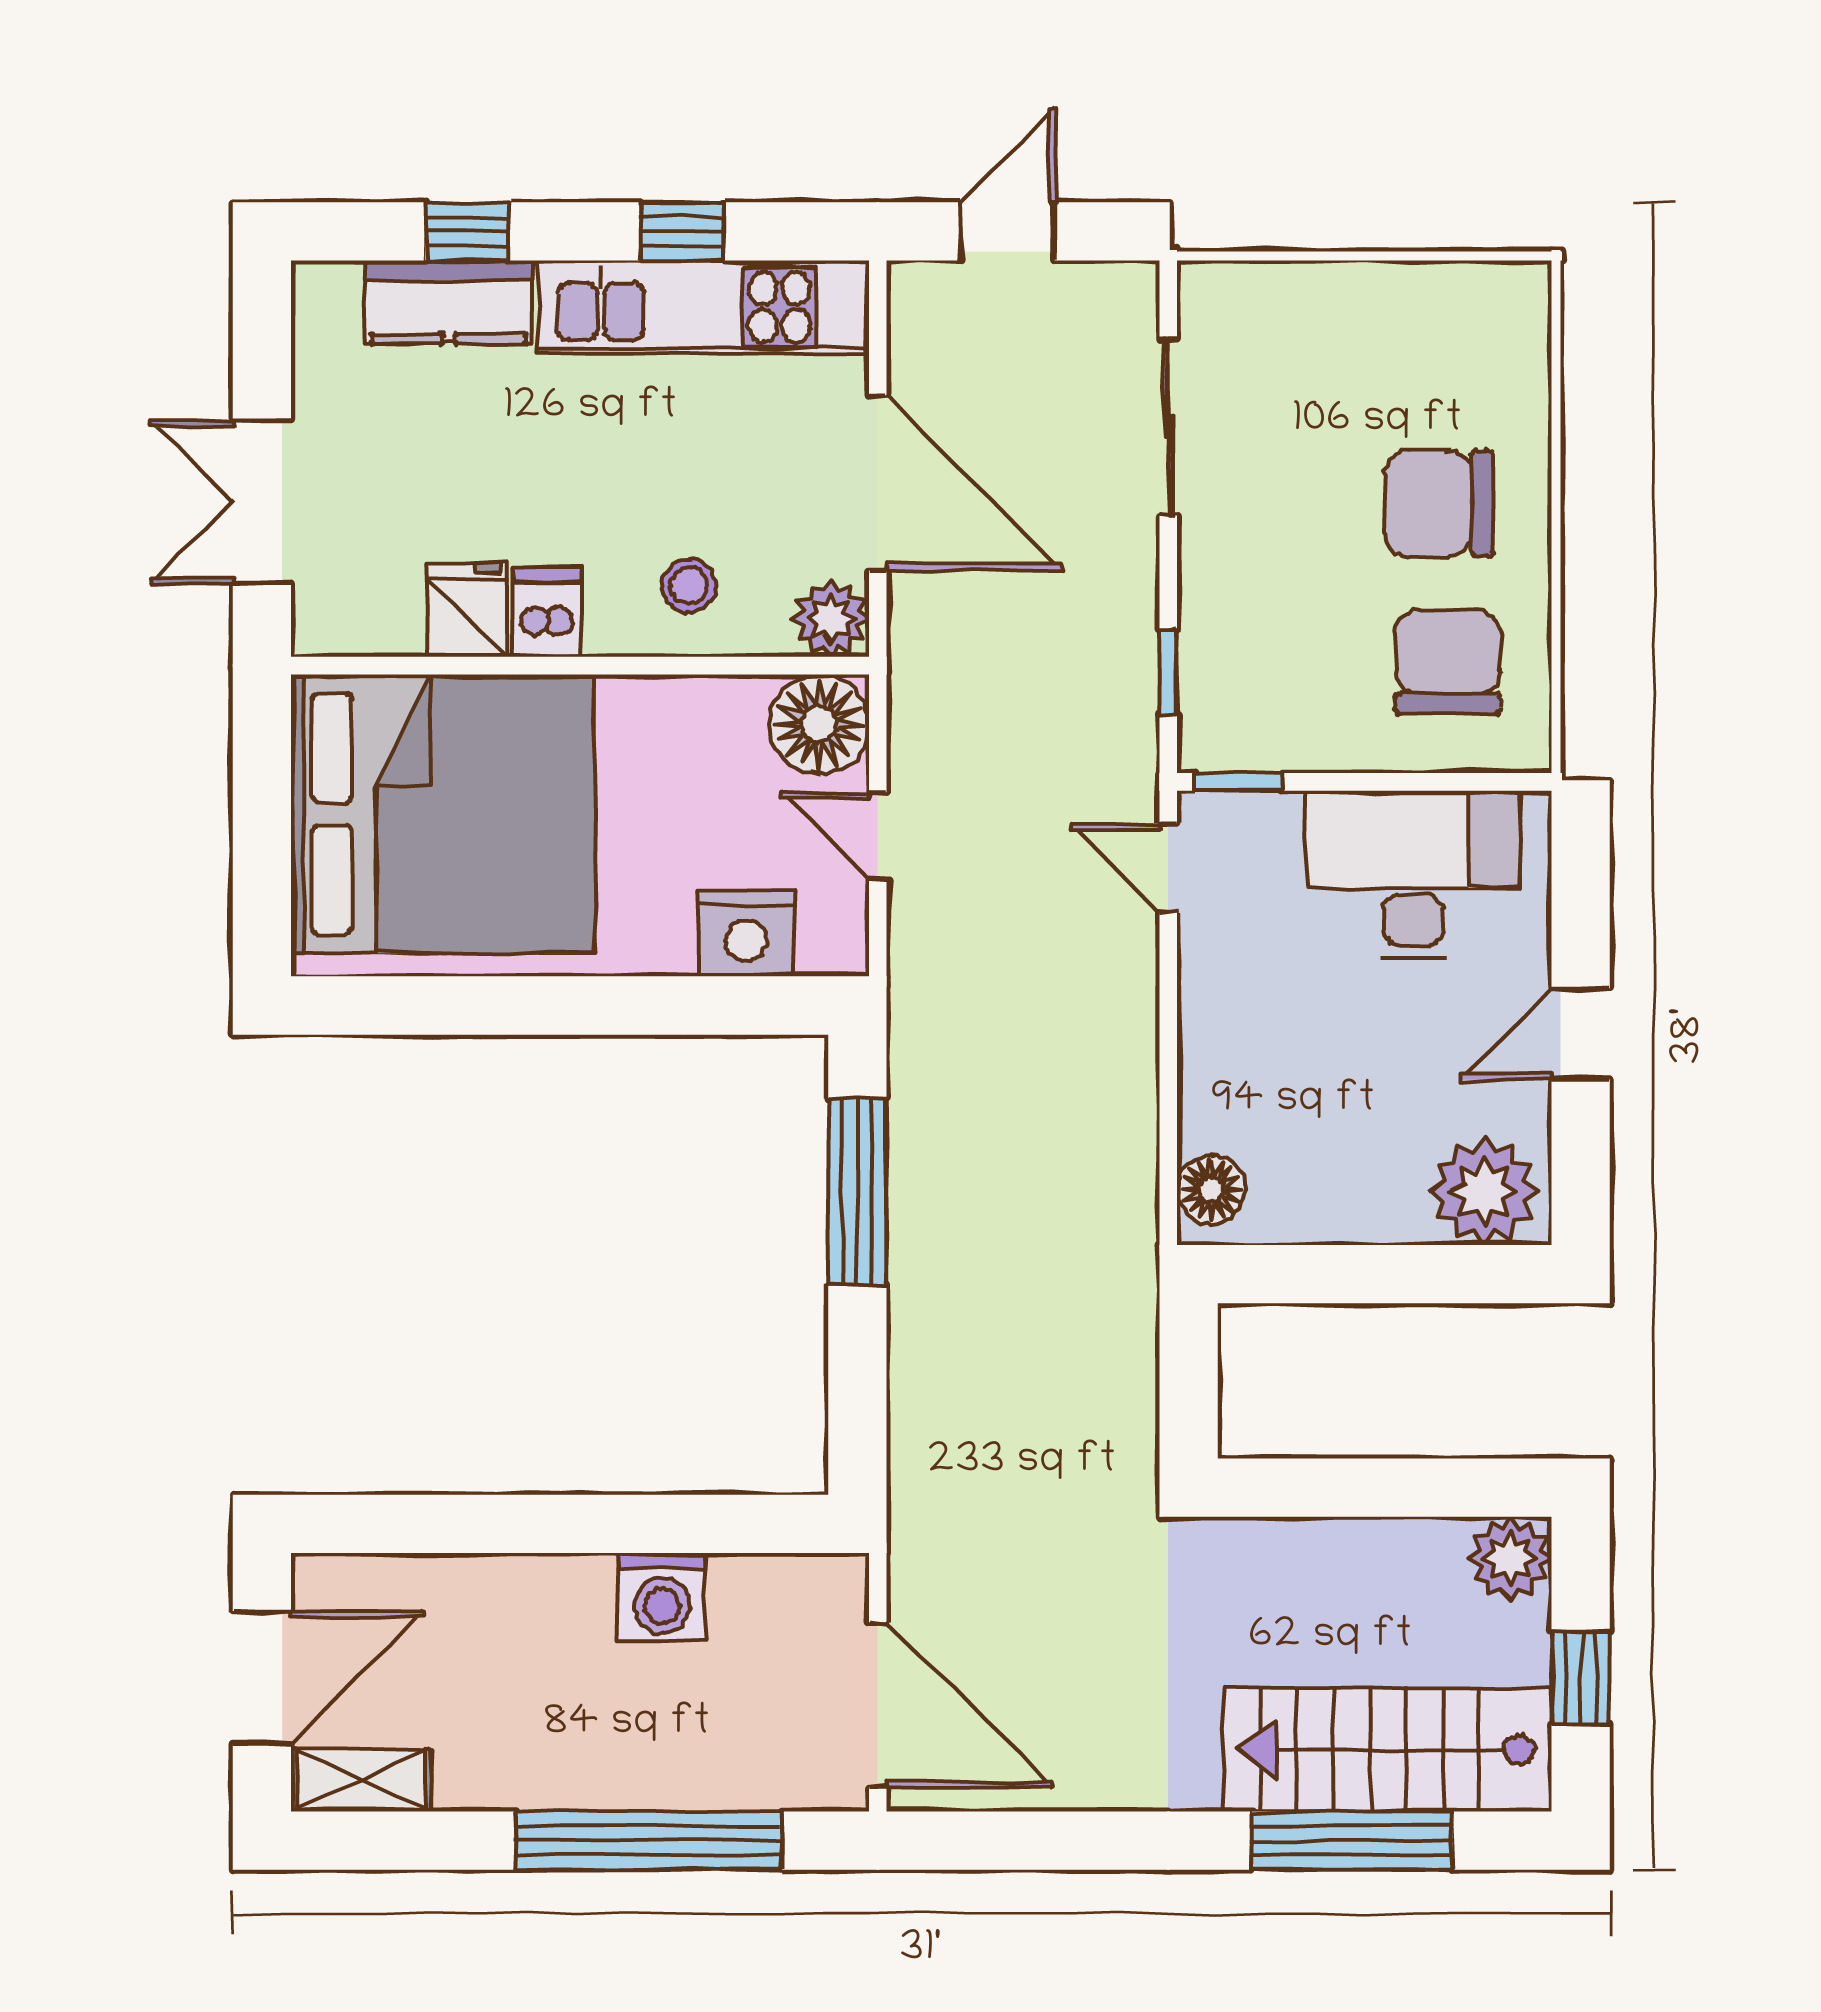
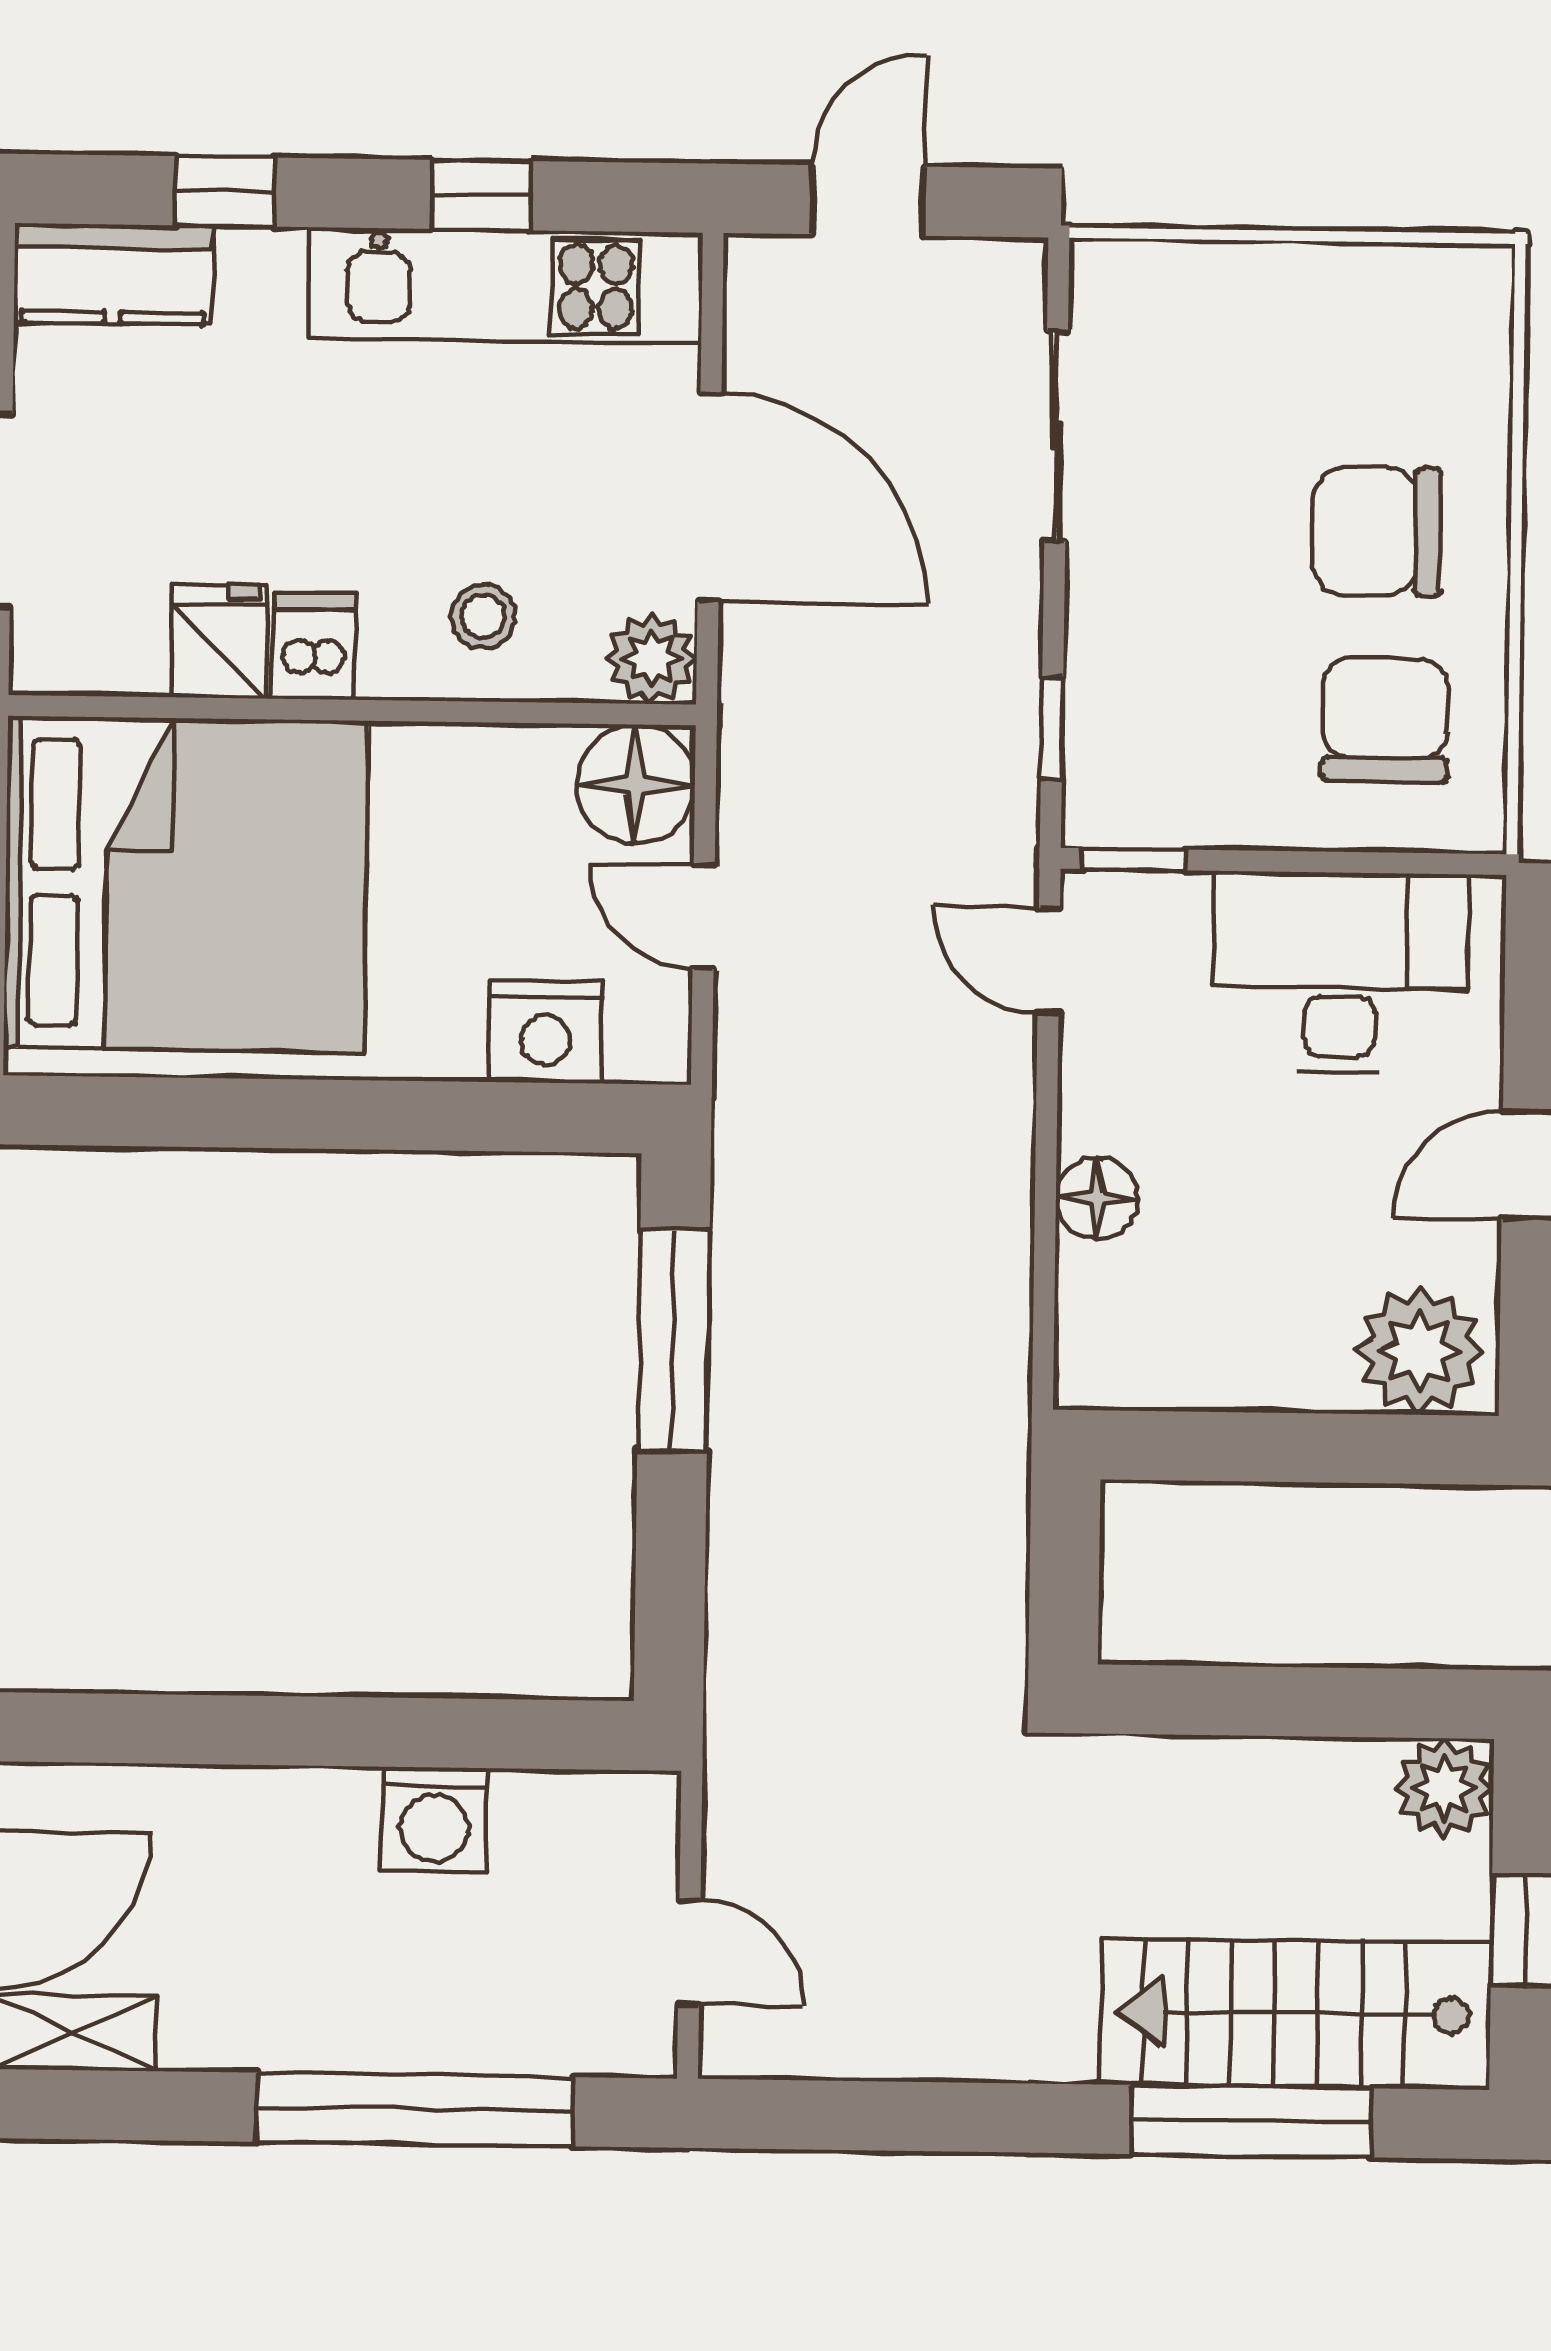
kitchen counter: (449, 302) -> (113, 274), moved
floor lamp: (1211, 1189) -> (1097, 1198), moved
door: (878, 1705) -> (689, 1952), width x0.53

